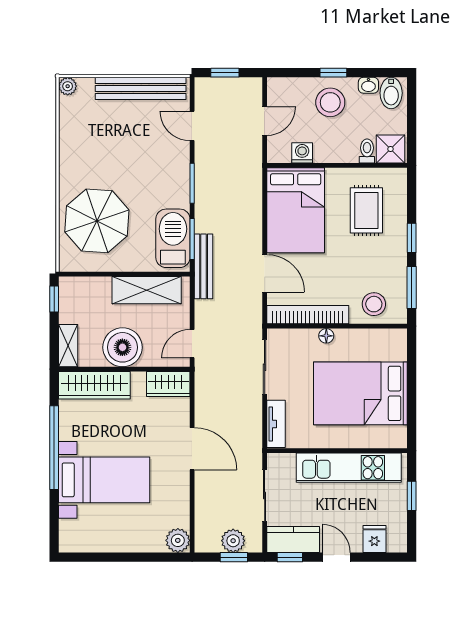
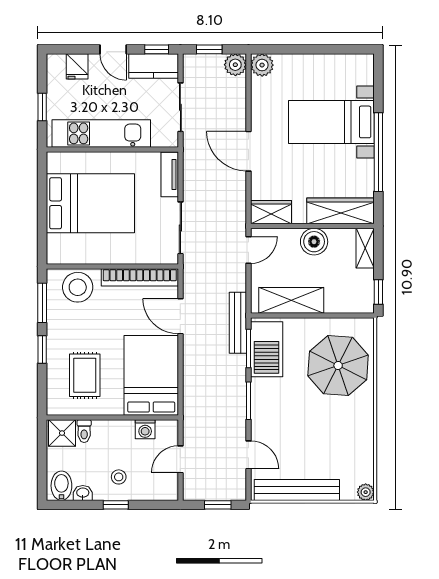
stool: (330, 102) -> (119, 477), width x0.53, depth x0.53
stool: (374, 304) -> (78, 287), width x1.38, depth x1.38
floor lamp: (326, 336) -> (122, 257), removed
boiler: (122, 347) -> (314, 242), width x0.73, depth x0.73
plant: (233, 541) -> (235, 65), moved

